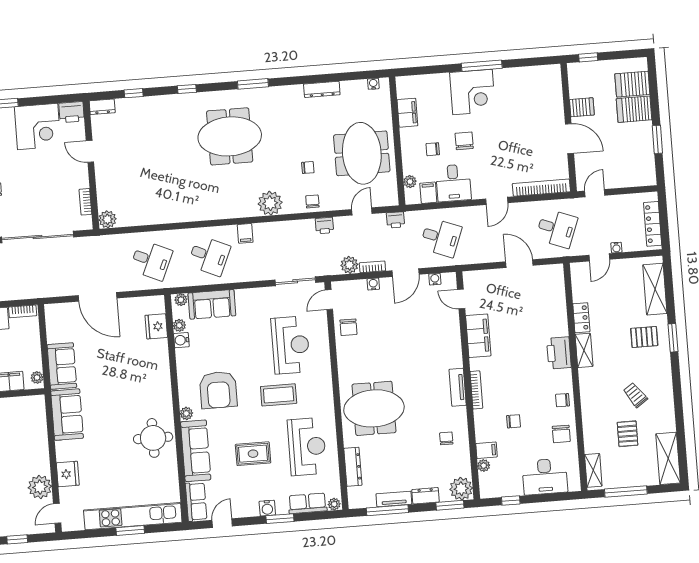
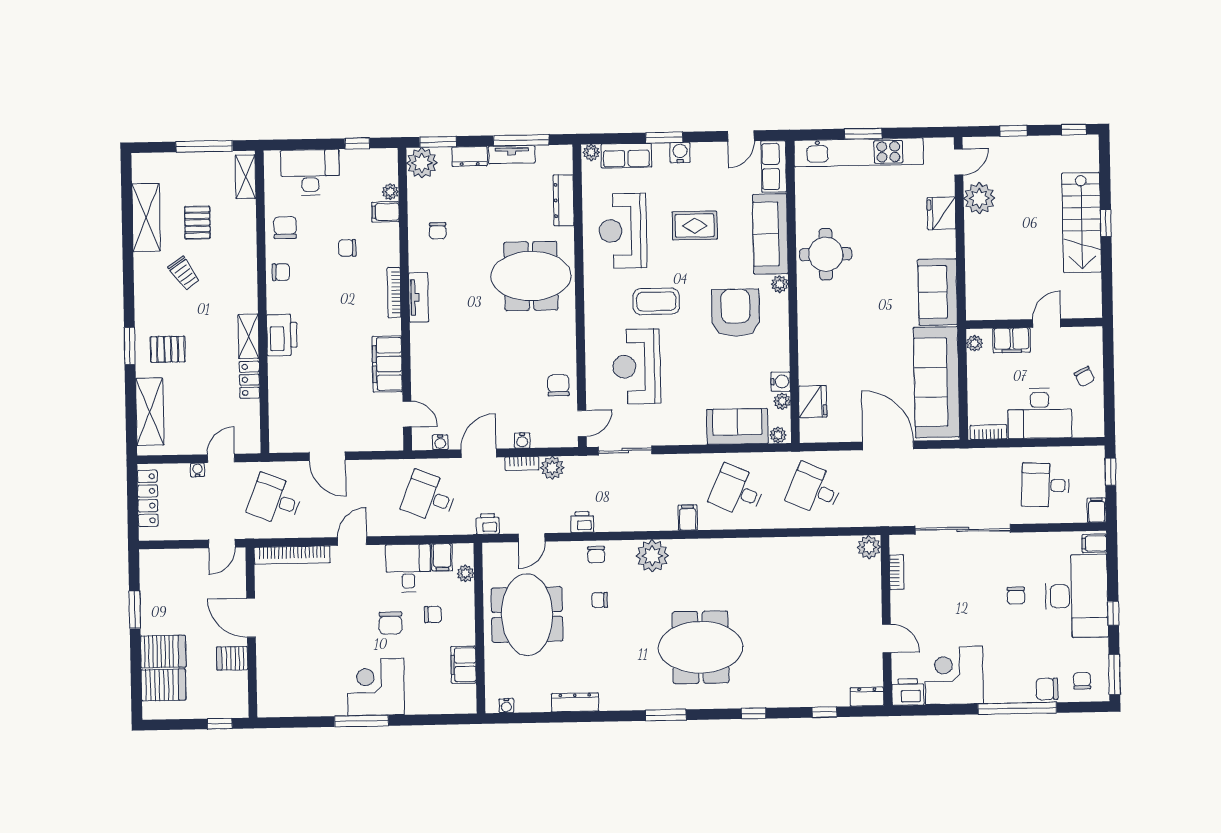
sofa: (62, 366) -> (936, 382), width x1.85, depth x1.27
shelving: (668, 458) -> (146, 217), moved

